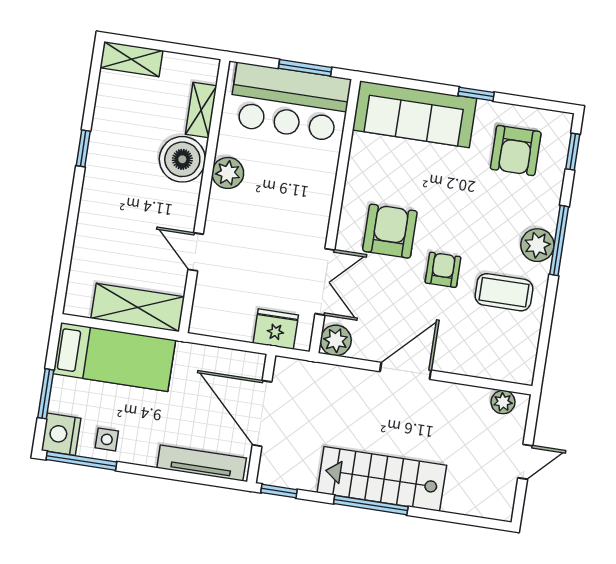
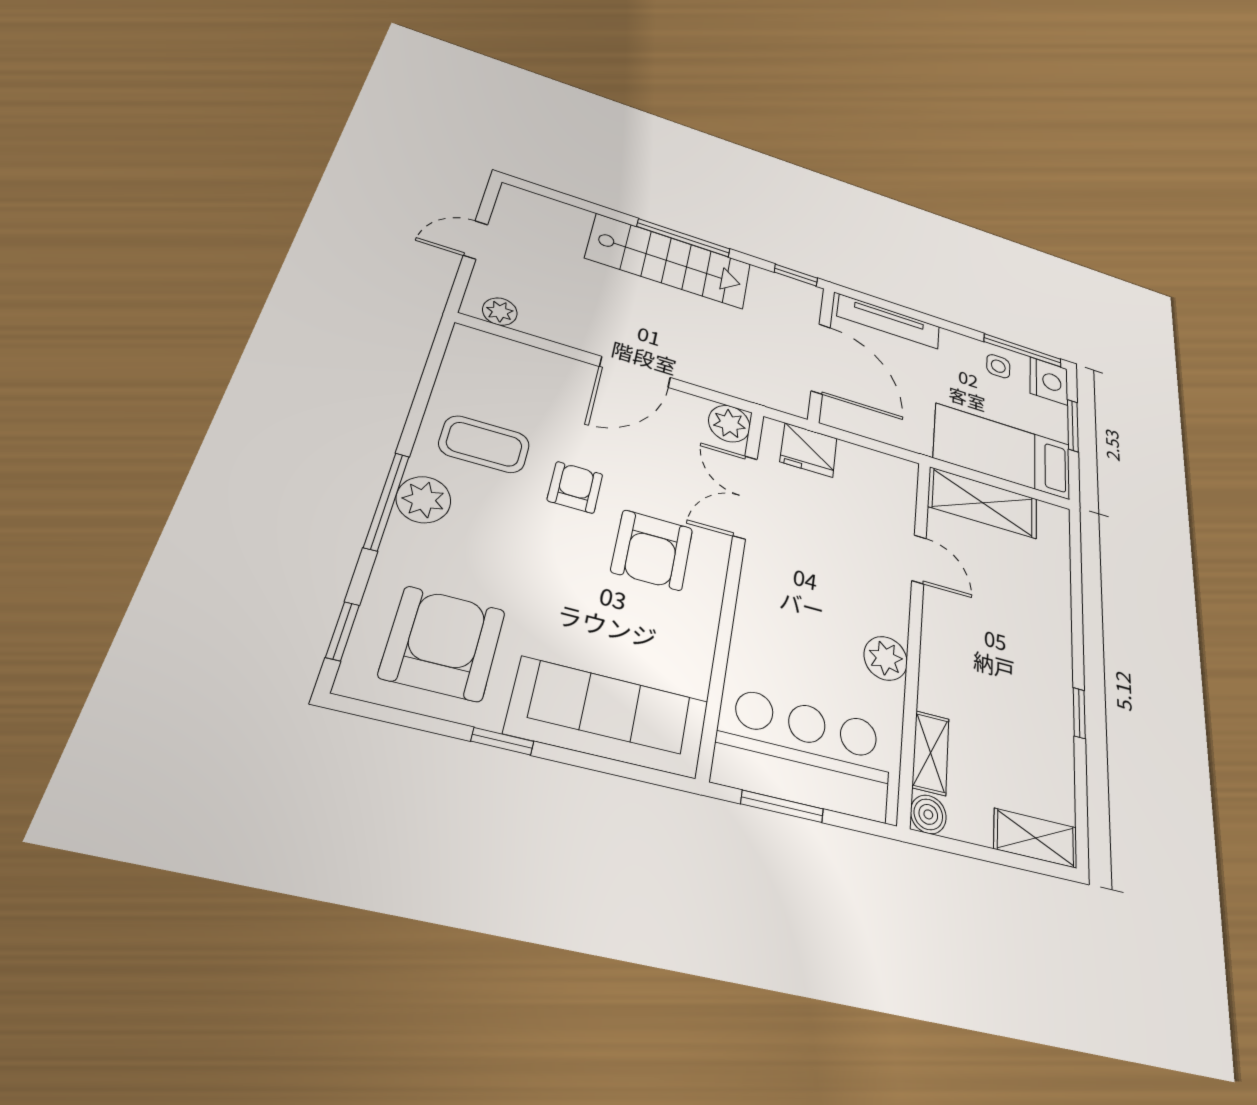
armchair: (516, 150) -> (443, 643), width x1.36, depth x1.36
boiler: (182, 159) -> (928, 814), moved, width x0.54, depth x0.54
armchair: (443, 270) -> (575, 487), turned 180

